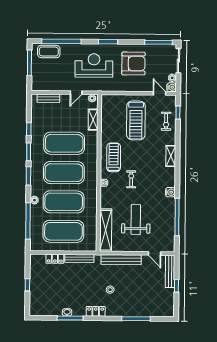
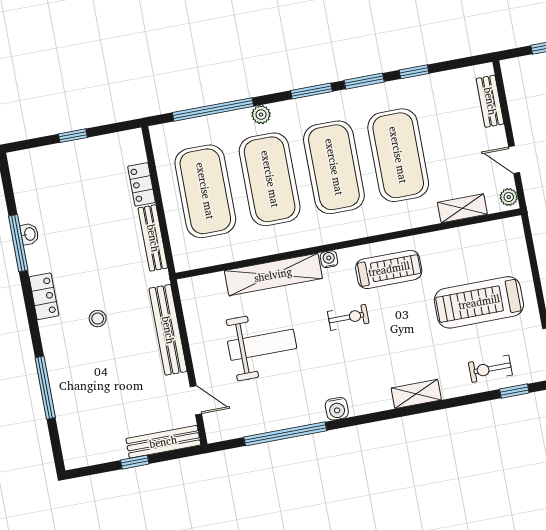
shelving: (106, 230) -> (273, 275), moved
door: (155, 253) -> (196, 400), swing flipped

